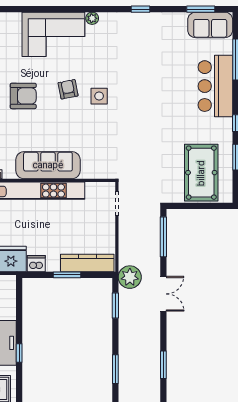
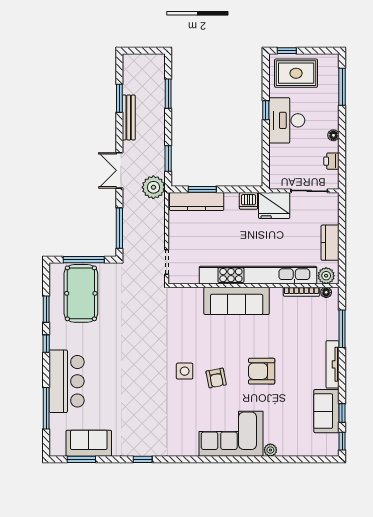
plant: (92, 18) -> (270, 450), moved
sofa: (210, 25) -> (89, 443), moved
window: (198, 206) -> (84, 260), added
window: (67, 275) -> (202, 189), moved
bench: (154, 346) -> (129, 117), added

